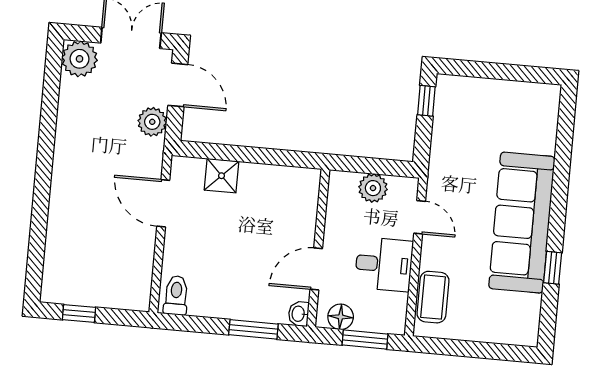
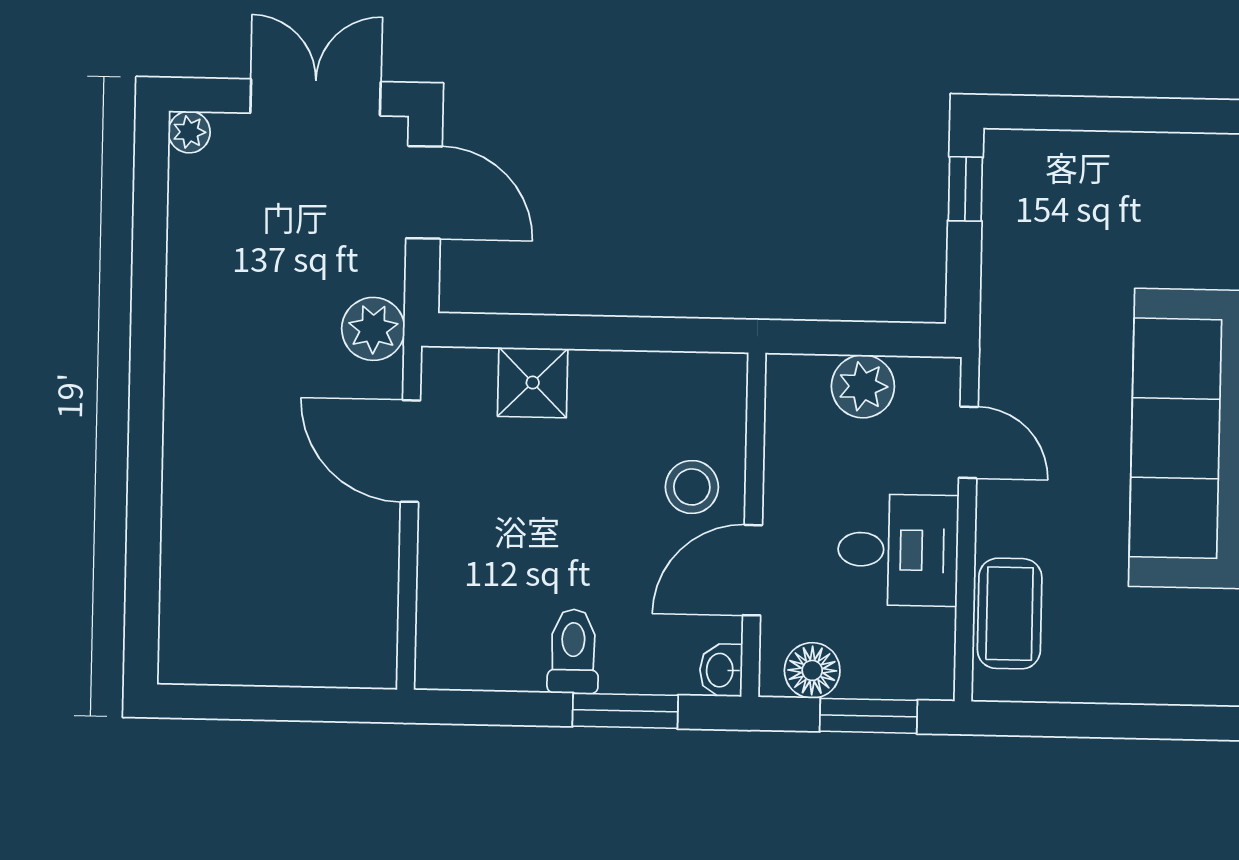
plant: (80, 59) -> (189, 132), width x0.53, depth x0.53
plant: (152, 122) -> (373, 329), moved
stool: (291, 229) -> (692, 487), added
toilet: (176, 295) -> (573, 651), moved
window: (79, 313) -> (245, 703), removed

